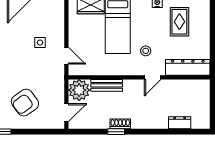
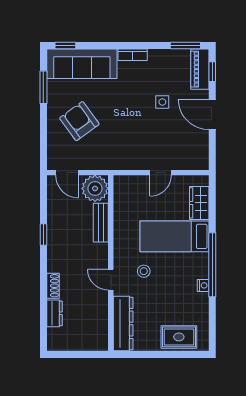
rug: (179, 22) -> (179, 337), moved
side table: (40, 43) -> (162, 102), moved
door: (66, 56) -> (161, 173), moved
shoe rack: (120, 124) -> (53, 286), moved

